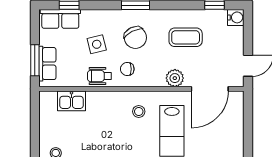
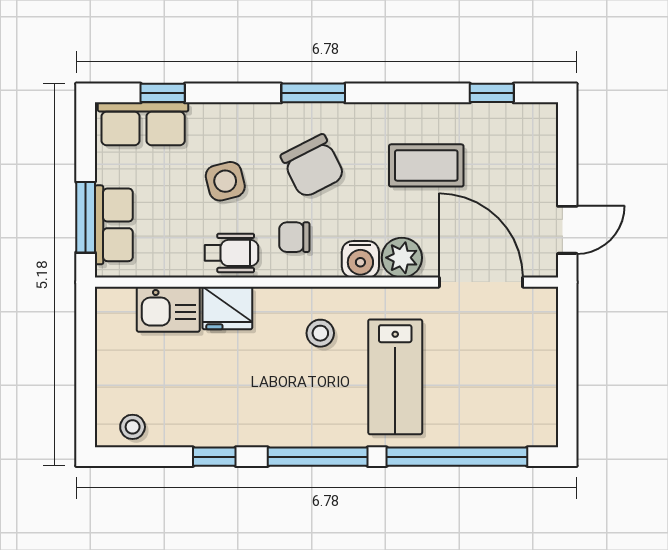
water cooler: (236, 17) -> (360, 259), moved, turned 90
wheelchair: (99, 76) -> (231, 253), turned 180
door: (210, 89) -> (481, 282), swing flipped
fridge: (98, 100) -> (227, 308), added

